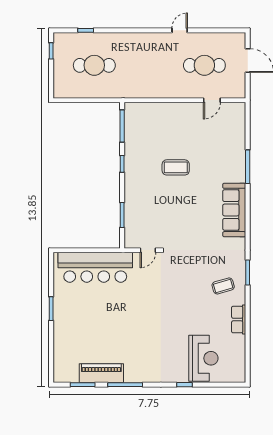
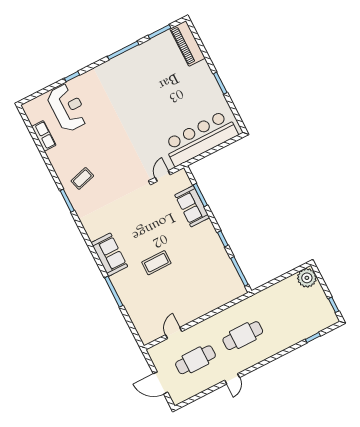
cafe table: (94, 65) -> (243, 336), moved
plant: (63, 88) -> (307, 278), added
coffee table: (176, 167) -> (156, 263), moved
sofa: (135, 208) -> (192, 206), added
sofa: (234, 210) -> (109, 255), width x0.73
row of seats: (239, 320) -> (44, 136), moved
reception desk: (203, 358) -> (68, 108), turned 180
piano: (101, 373) -> (187, 43), moved, turned 90

